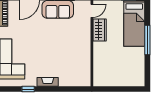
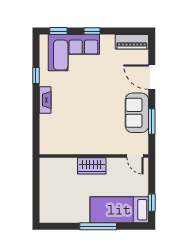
wardrobe: (100, 30) -> (92, 166), moved

